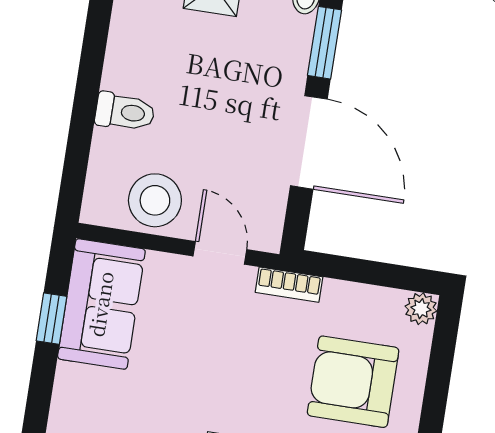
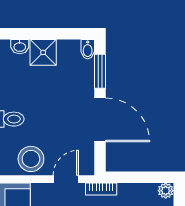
door: (220, 253) -> (66, 179), hinge flipped

